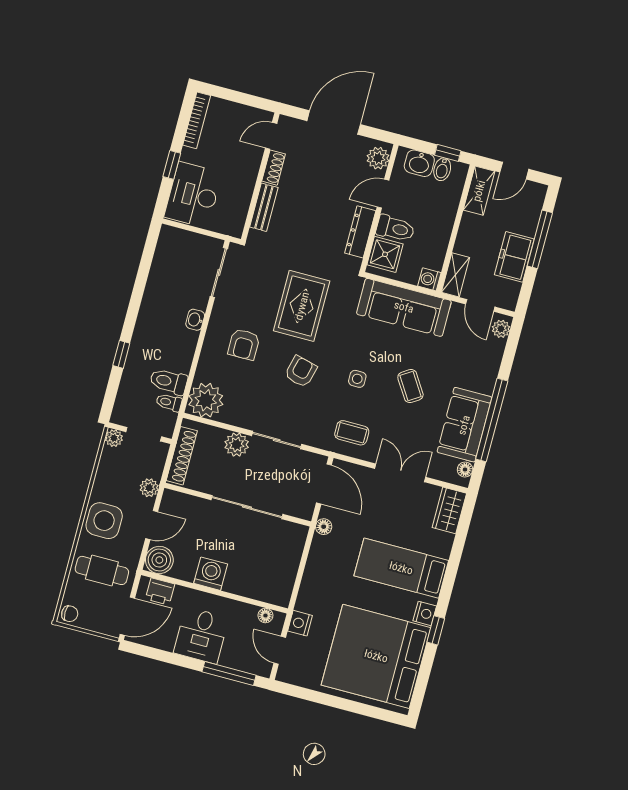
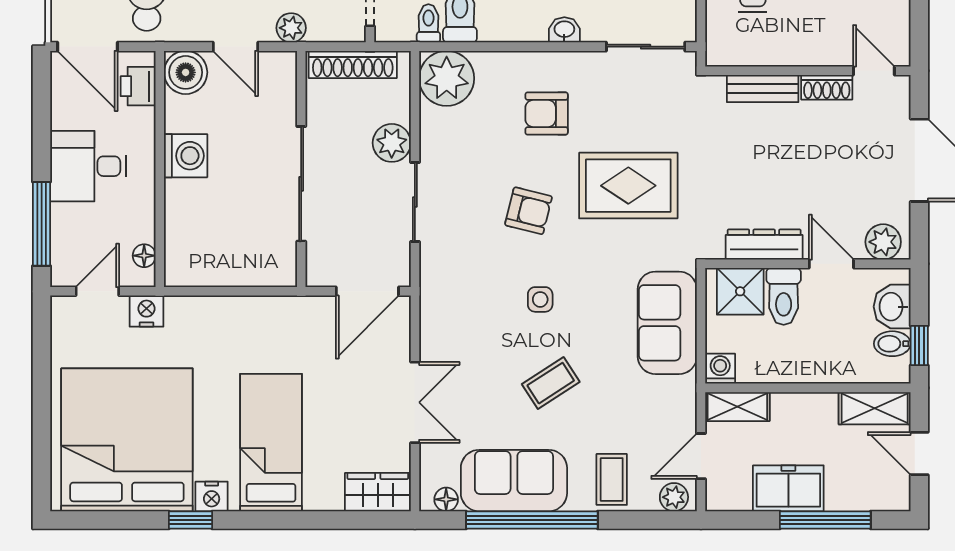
sofa: (404, 307) -> (667, 323), width x0.73
coffee table: (352, 433) -> (612, 479), moved
floor lamp: (324, 527) -> (302, 308), removed

